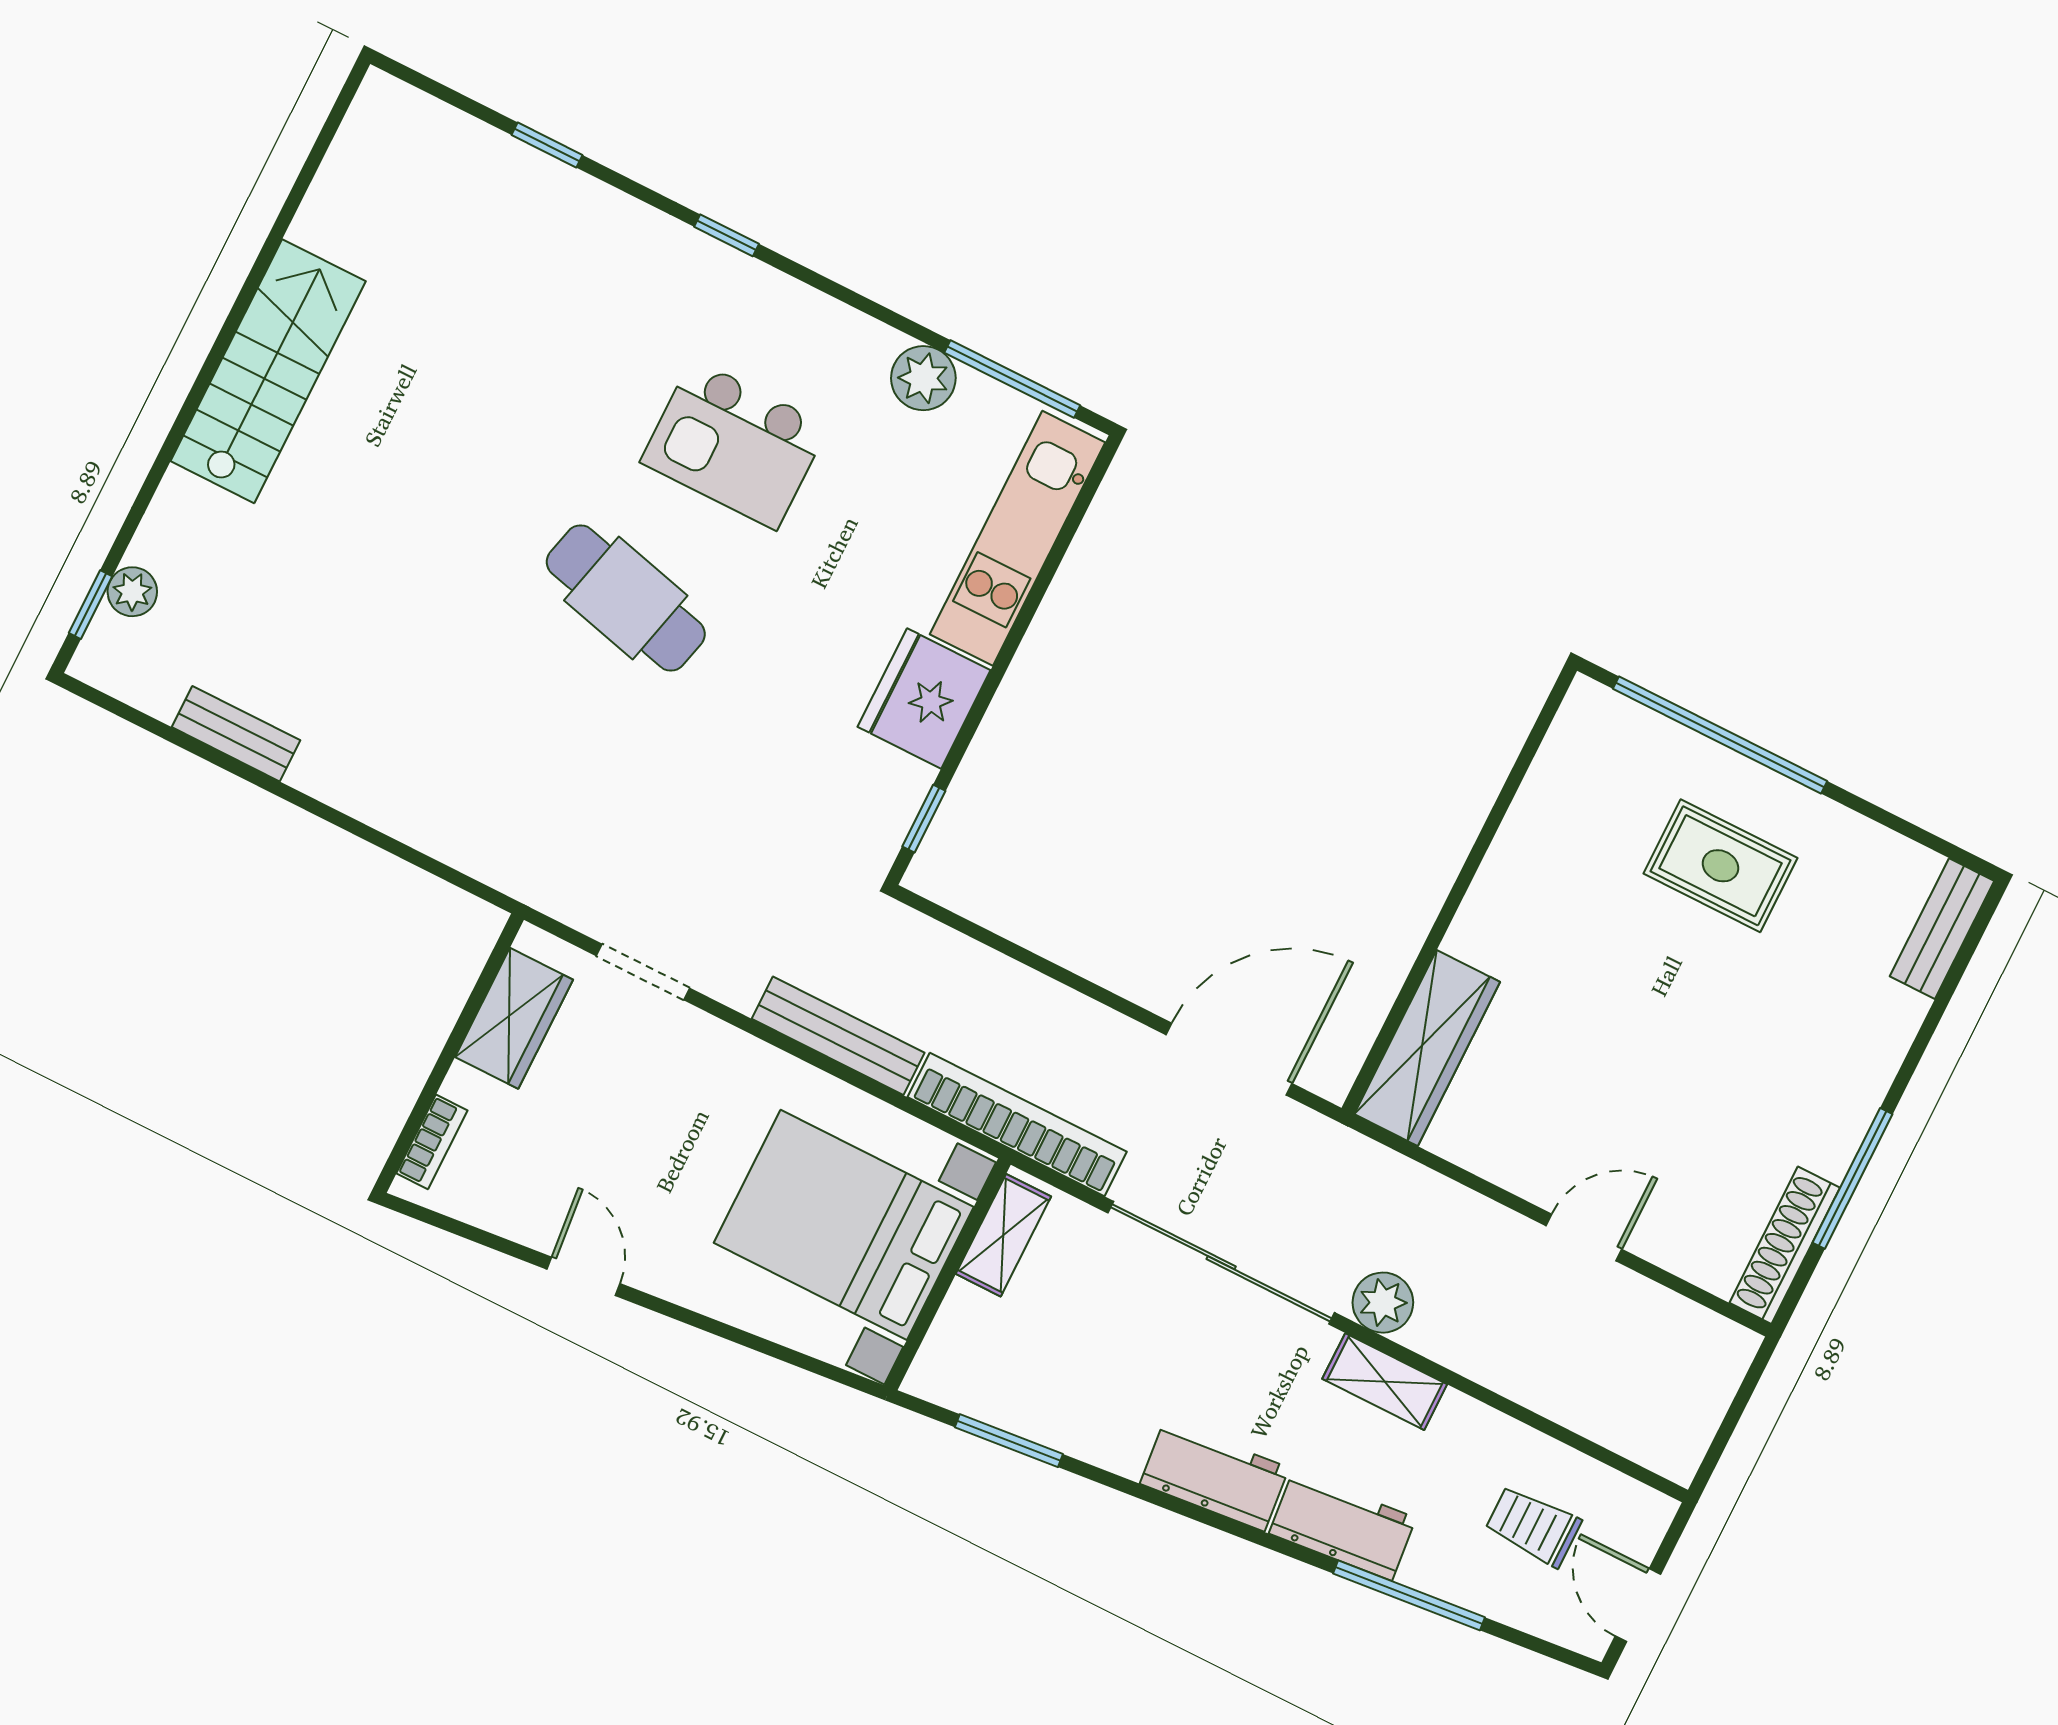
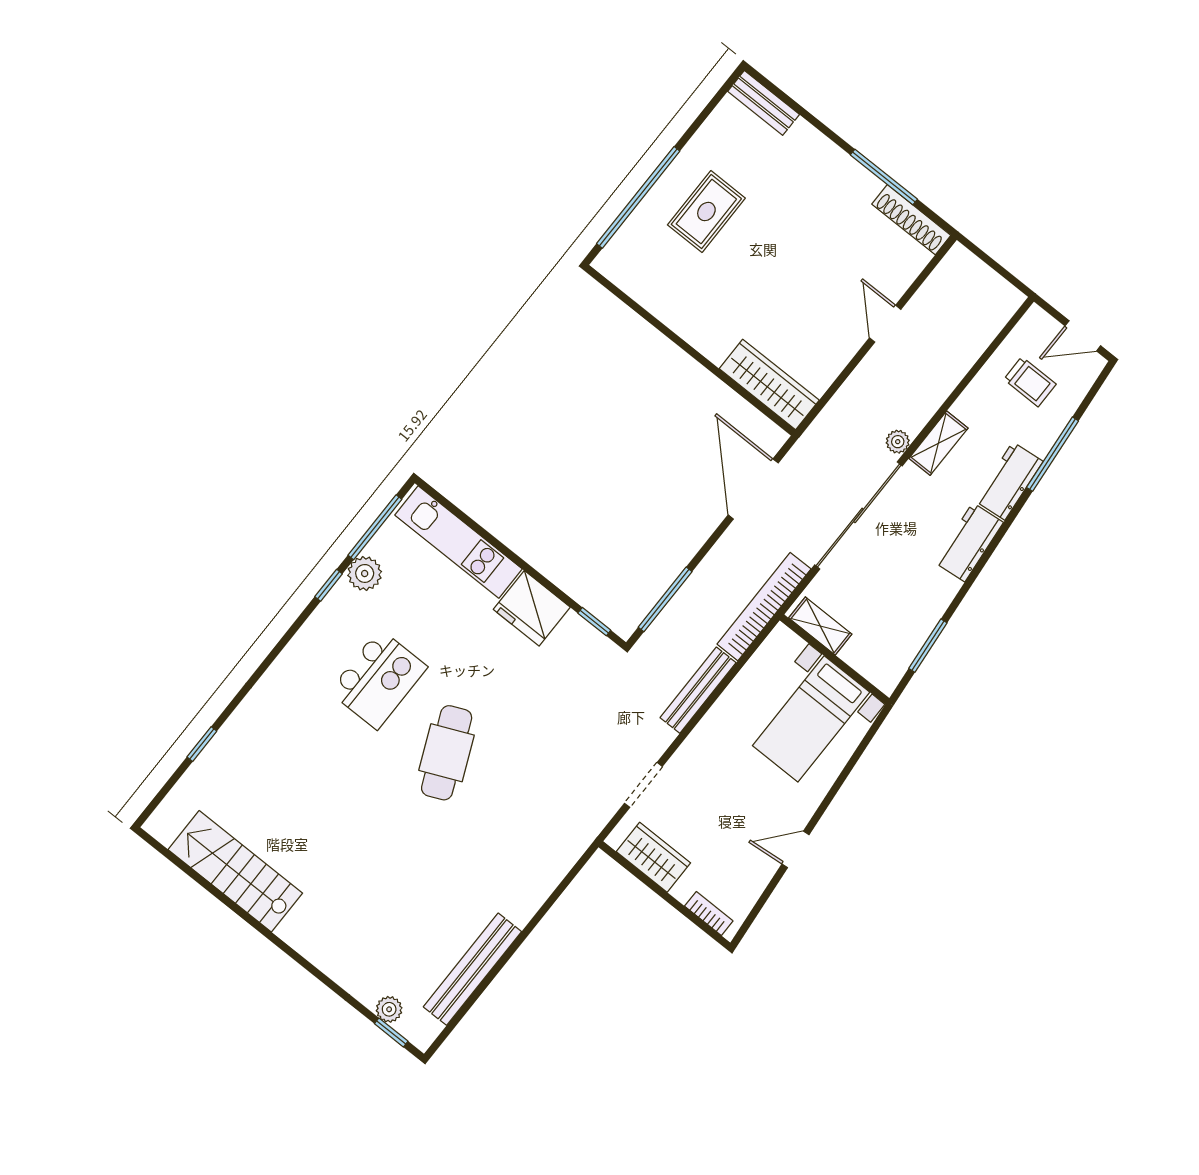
window: (727, 235) -> (329, 585), moved
stairs: (268, 371) -> (235, 871), moved
cafe table: (626, 598) -> (447, 753), turned -38
bench: (236, 734) -> (472, 969), width x1.86, depth x1.21
window: (992, 940) -> (665, 599), added
bed with nightstands: (844, 1225) -> (811, 719), width x0.73
plant: (1383, 1303) -> (898, 442), width x0.73, depth x0.73
trolley: (1533, 1526) -> (1030, 382), turned -90

